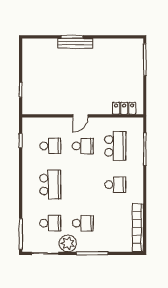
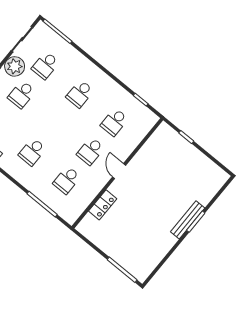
locker: (124, 108) -> (103, 205), moved
school desk: (115, 146) -> (67, 180), width x0.54
school desk: (50, 185) -> (80, 94), width x0.54

